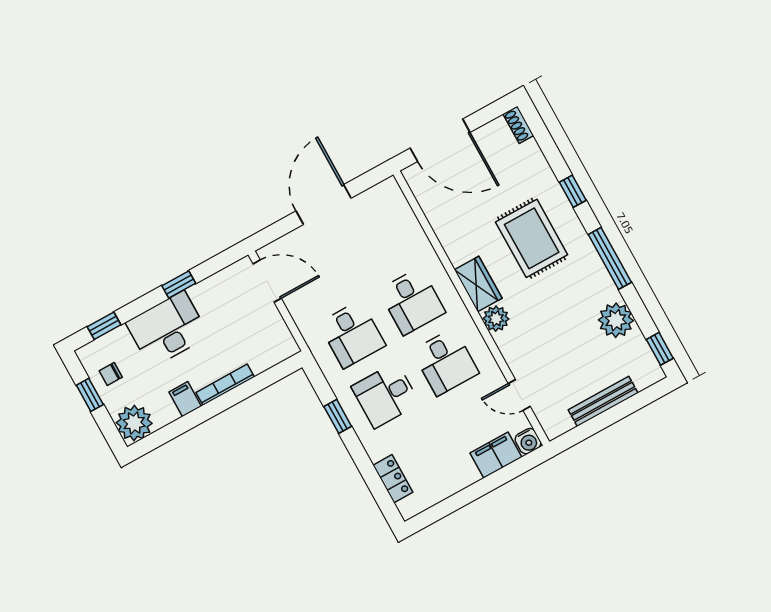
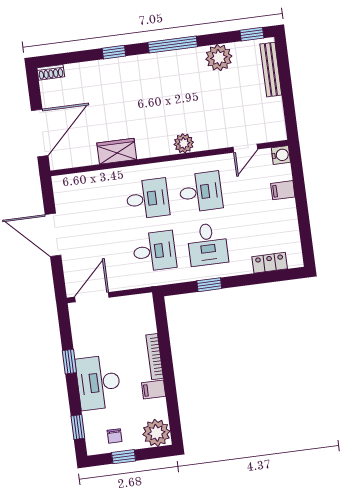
rug: (532, 238) -> (136, 95), removed
wardrobe: (478, 284) -> (117, 151), moved
bench: (603, 401) -> (271, 70), moved
filing cabinet: (496, 455) -> (283, 190), width x0.50

